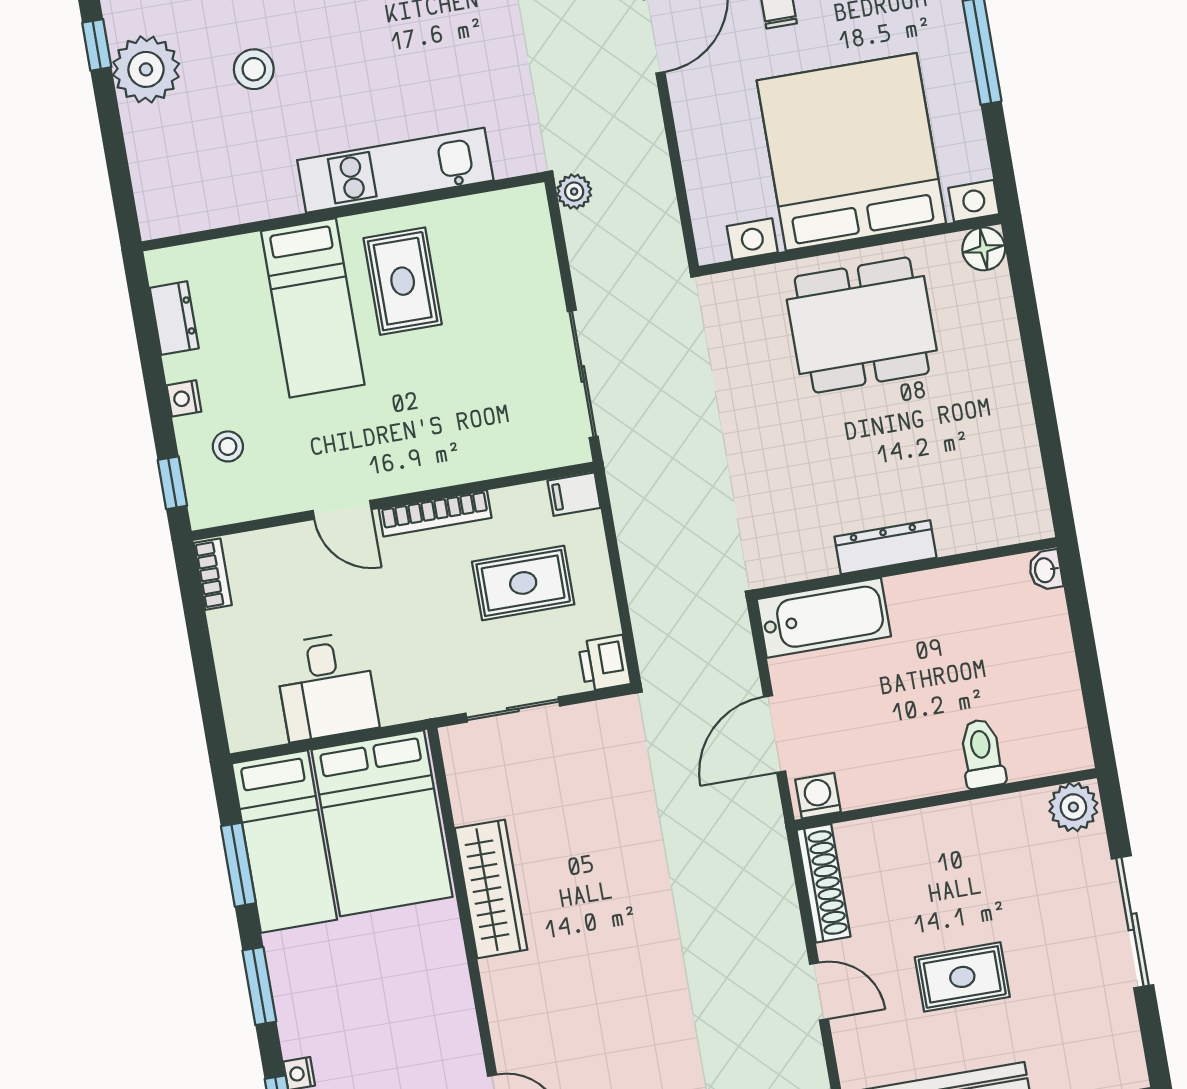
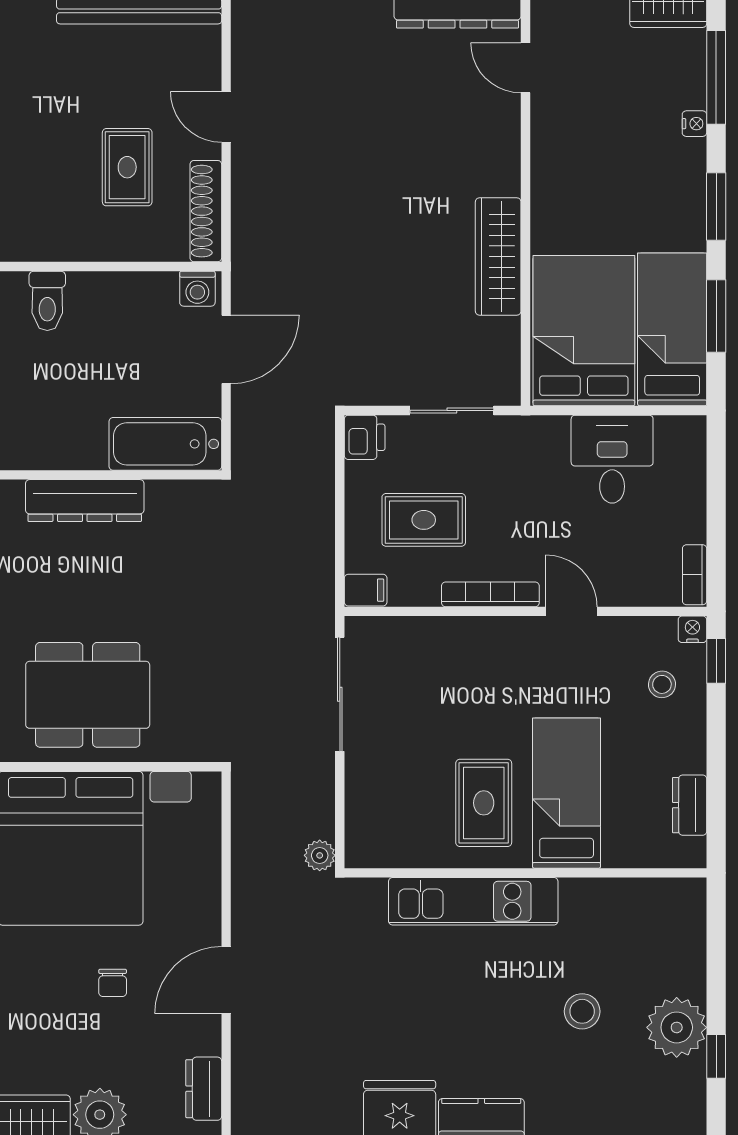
nightstand: (184, 398) -> (692, 629), moved, turned -90
dresser: (885, 547) -> (85, 501), width x1.37, depth x1.24
rug: (962, 977) -> (127, 167), moved, turned 90

